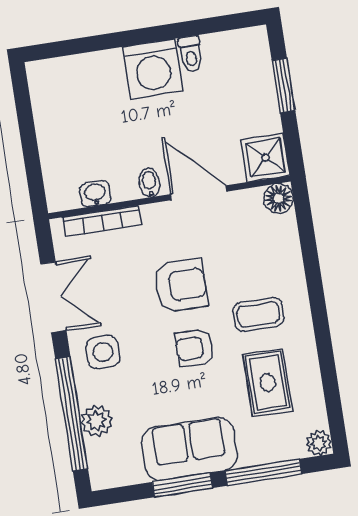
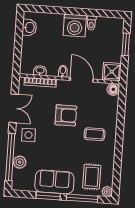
washbasin: (47, 98) -> (29, 27), added
armchair: (195, 348) -> (66, 142), removed
rug: (268, 382) -> (92, 177), moved

